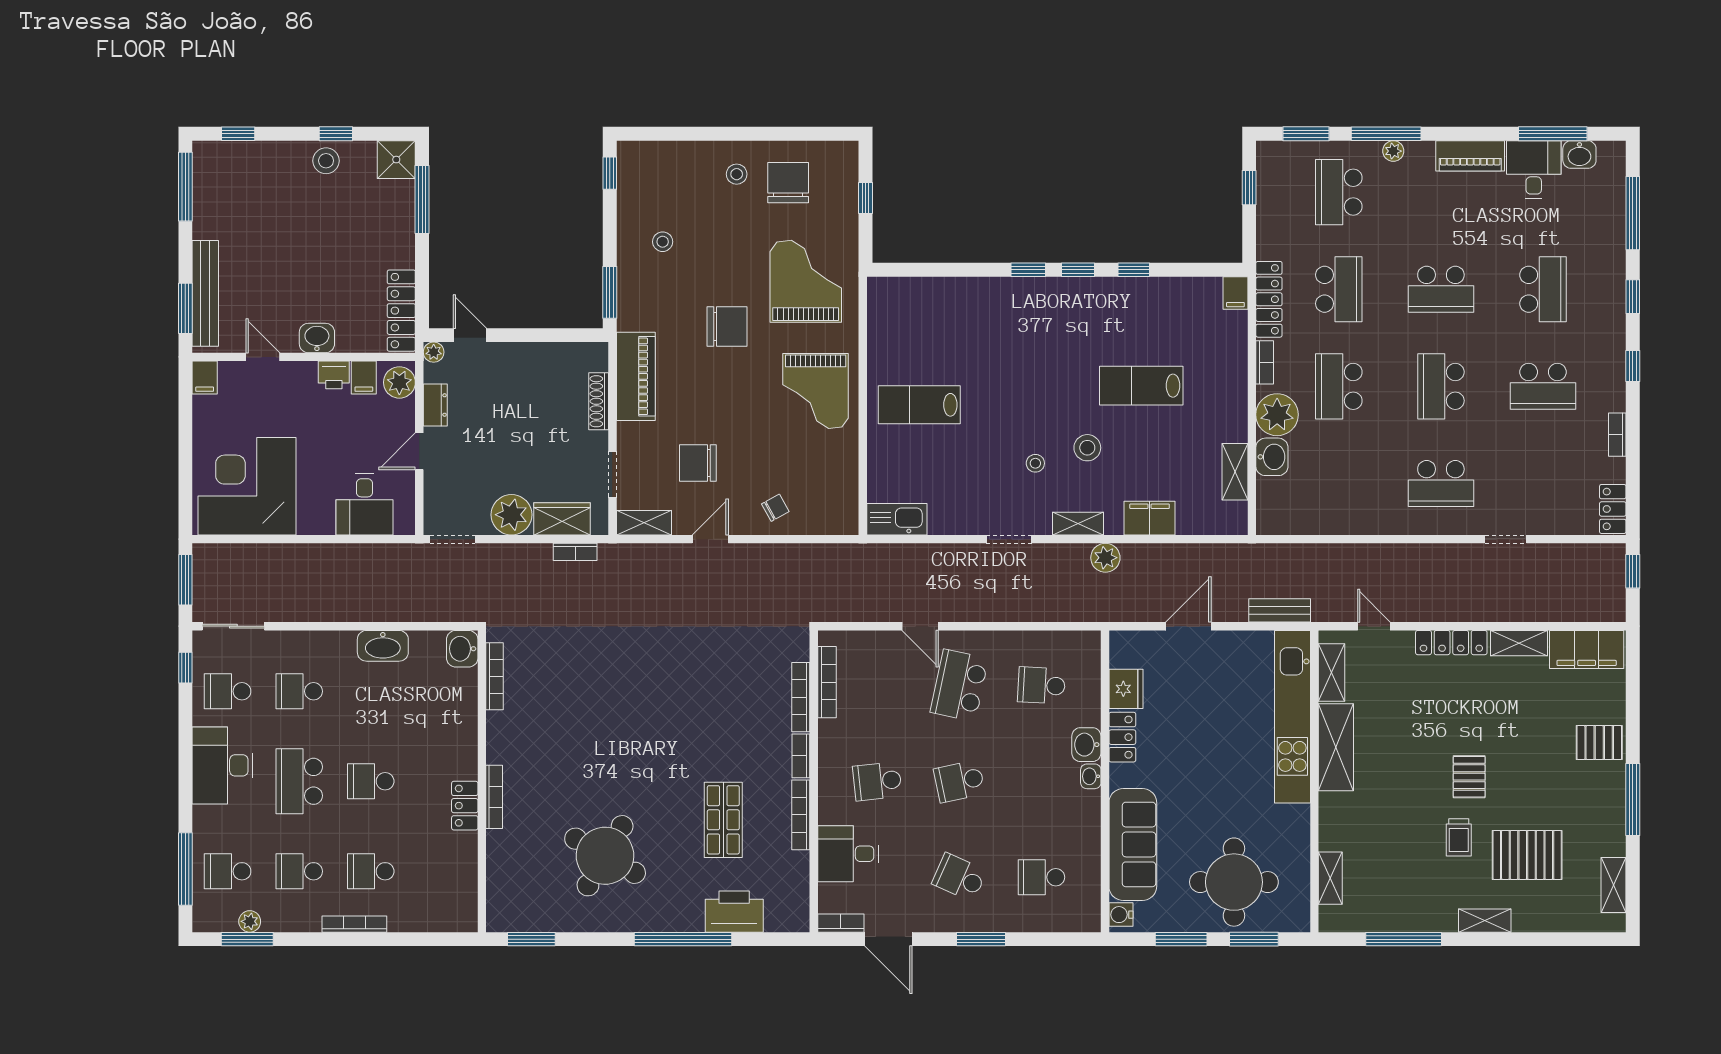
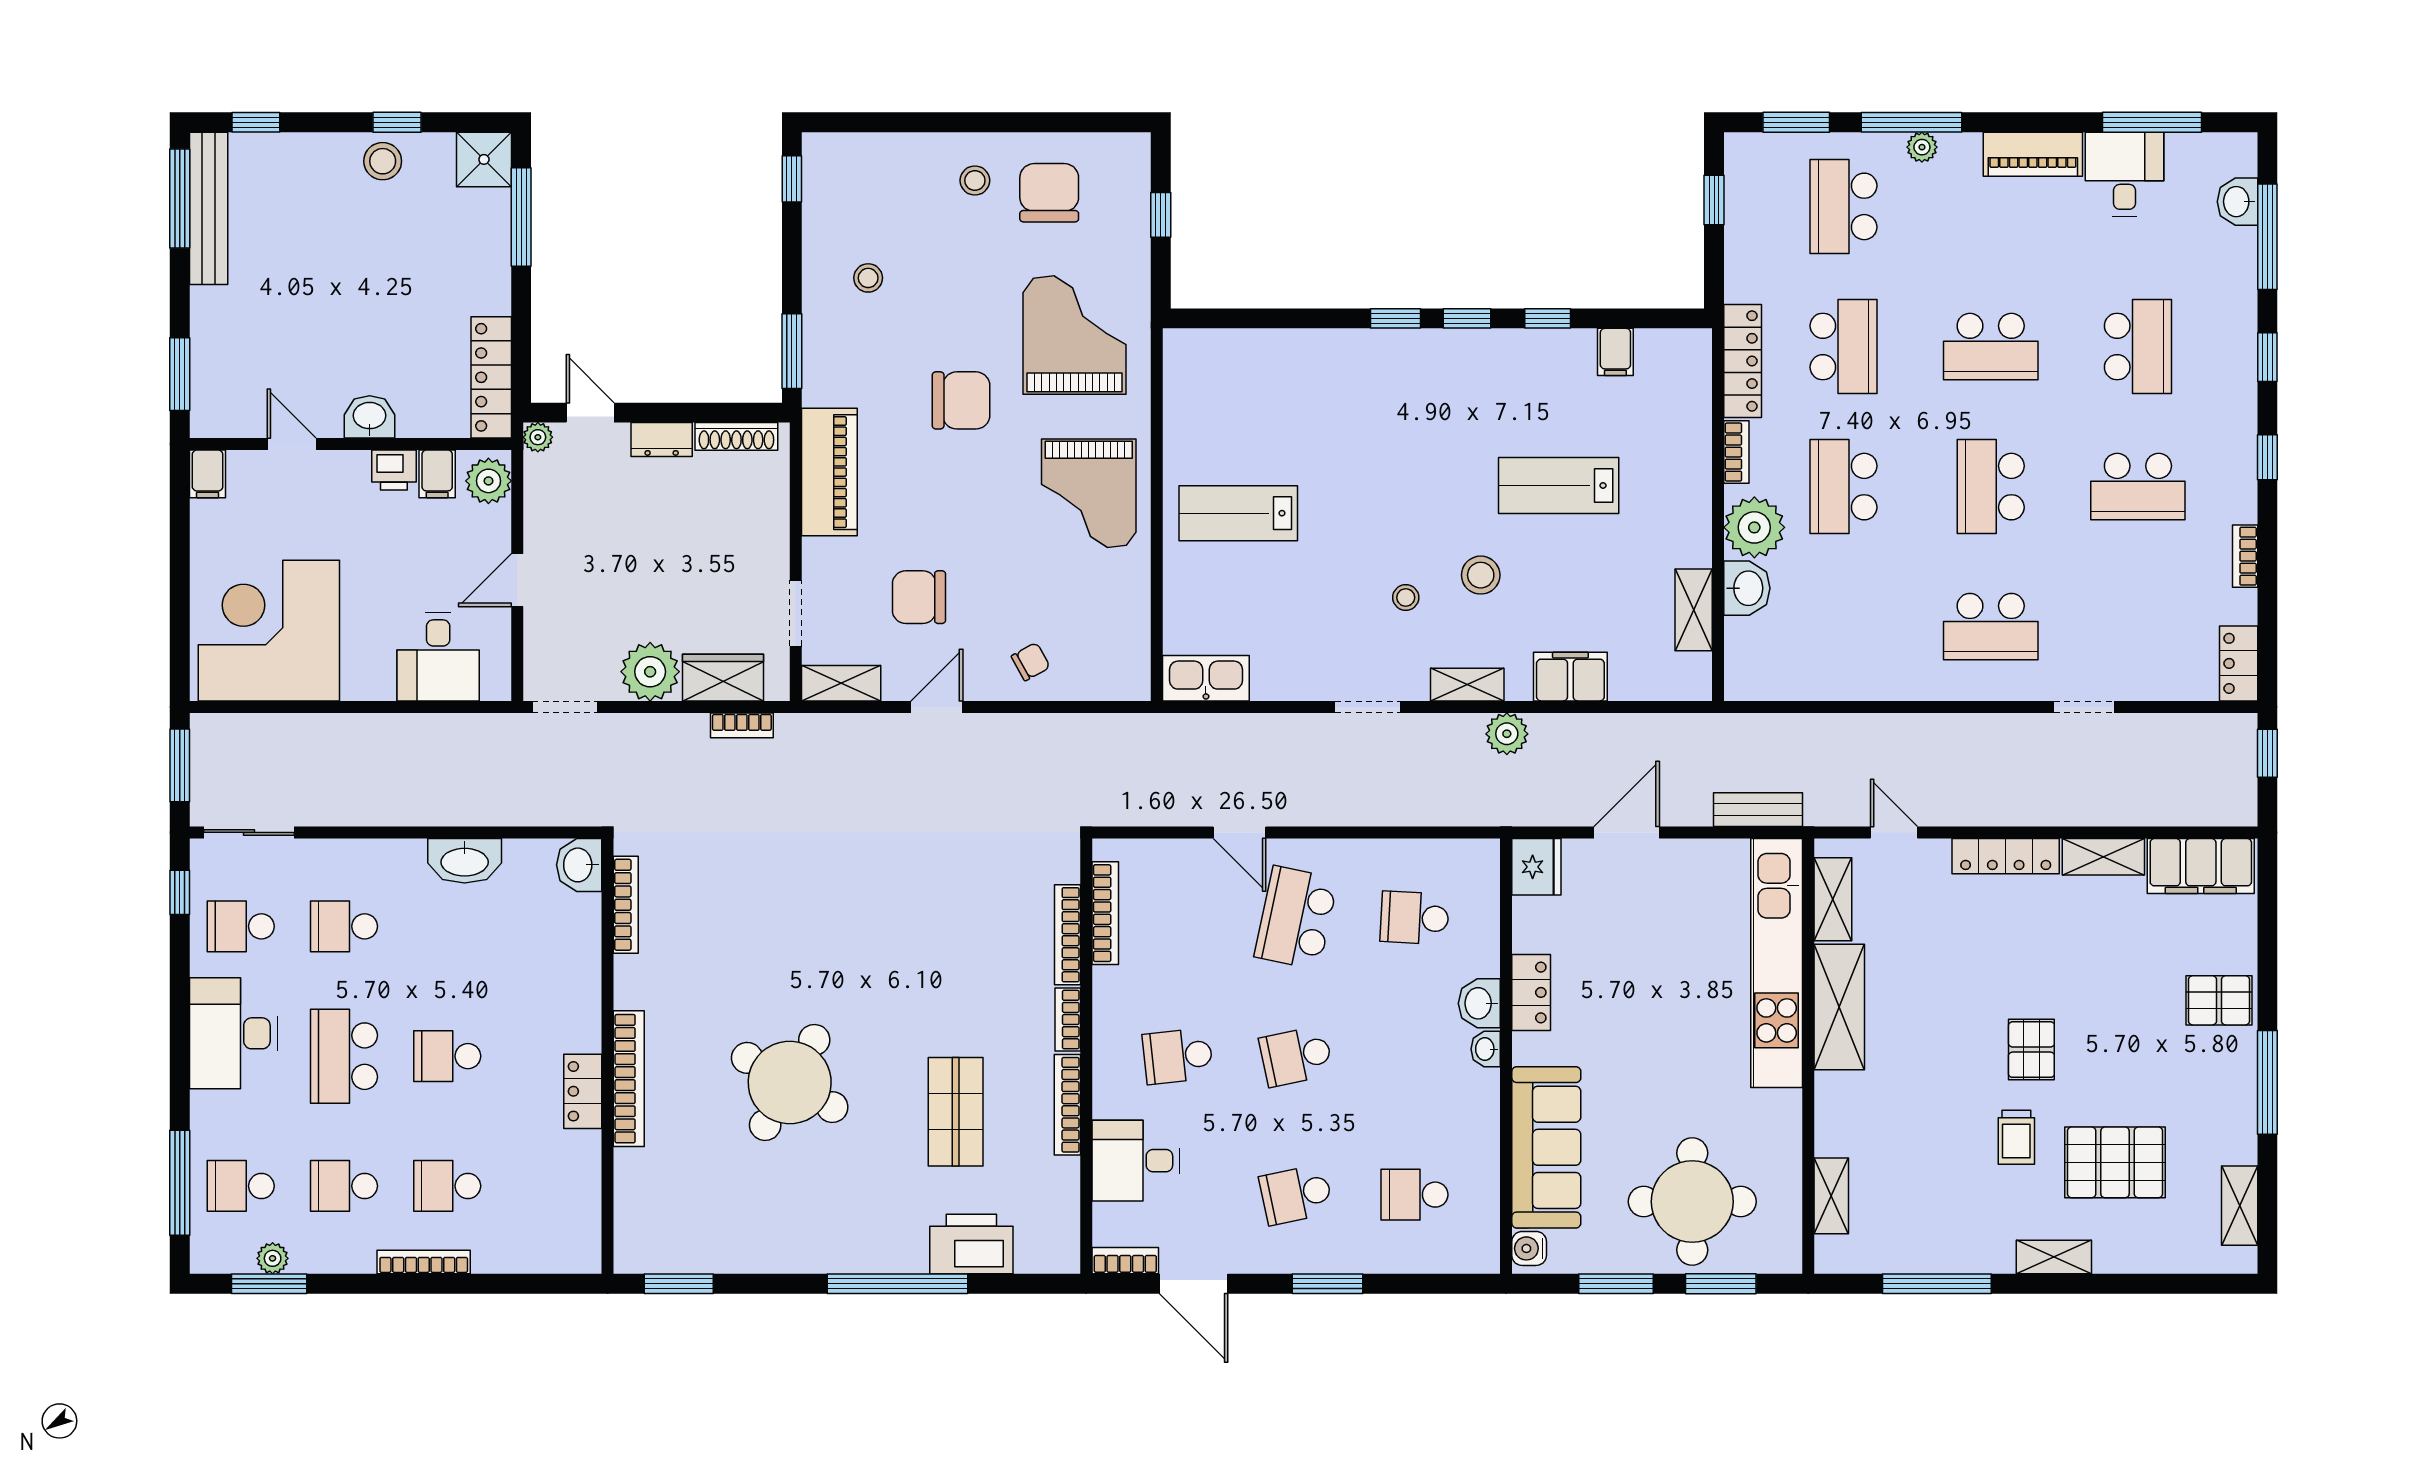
washbasin: (1579, 155) -> (2237, 202), moved, turned 90
bench: (205, 293) -> (209, 208), moved
filing cabinet: (1235, 293) -> (1615, 352), moved
shoe rack: (599, 401) -> (736, 436), moved, turned -90
dresser: (435, 405) -> (662, 440), moved, turned 90
fridge: (1126, 689) -> (1536, 867), moved
bookcase: (494, 797) -> (629, 1079), width x1.48, depth x1.31
round table: (605, 856) -> (790, 1082), moved
school desk: (959, 877) -> (1296, 1195), turned -36

